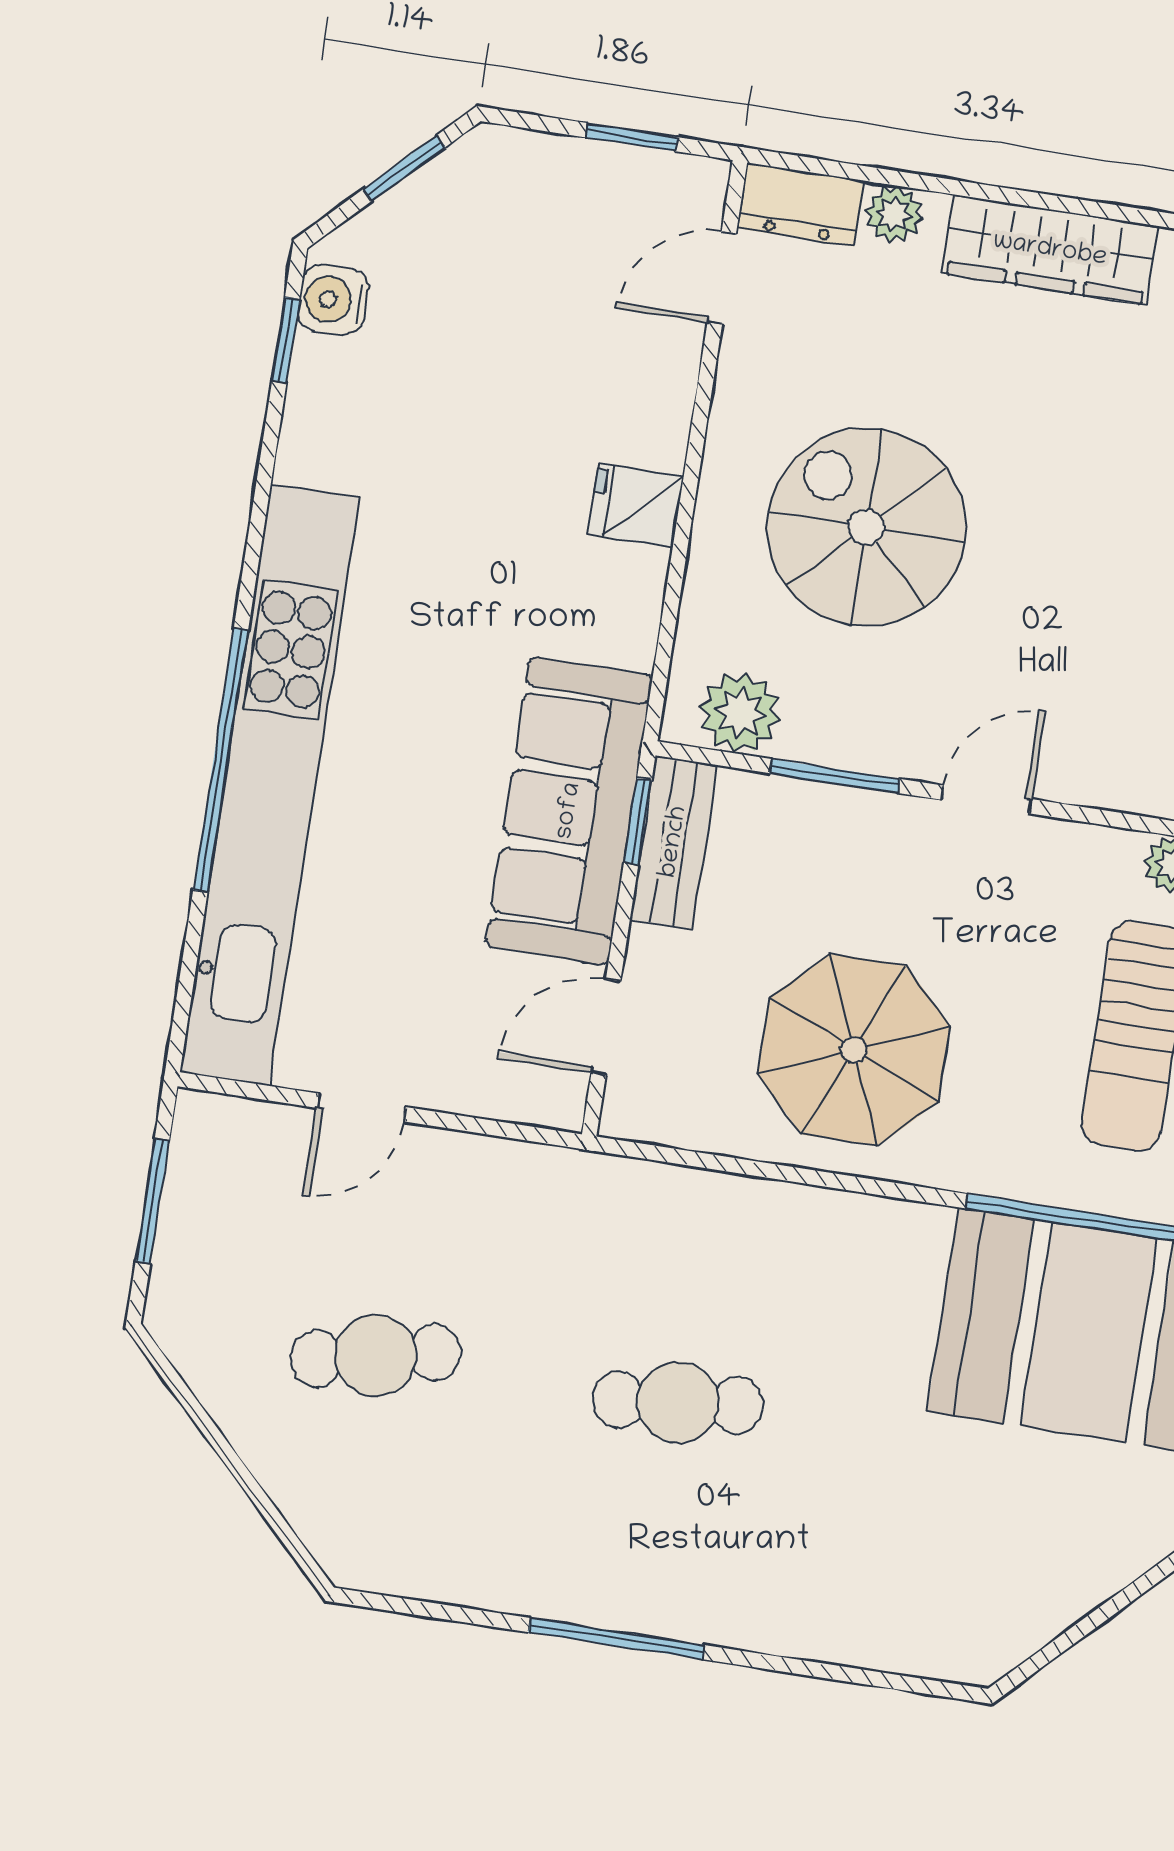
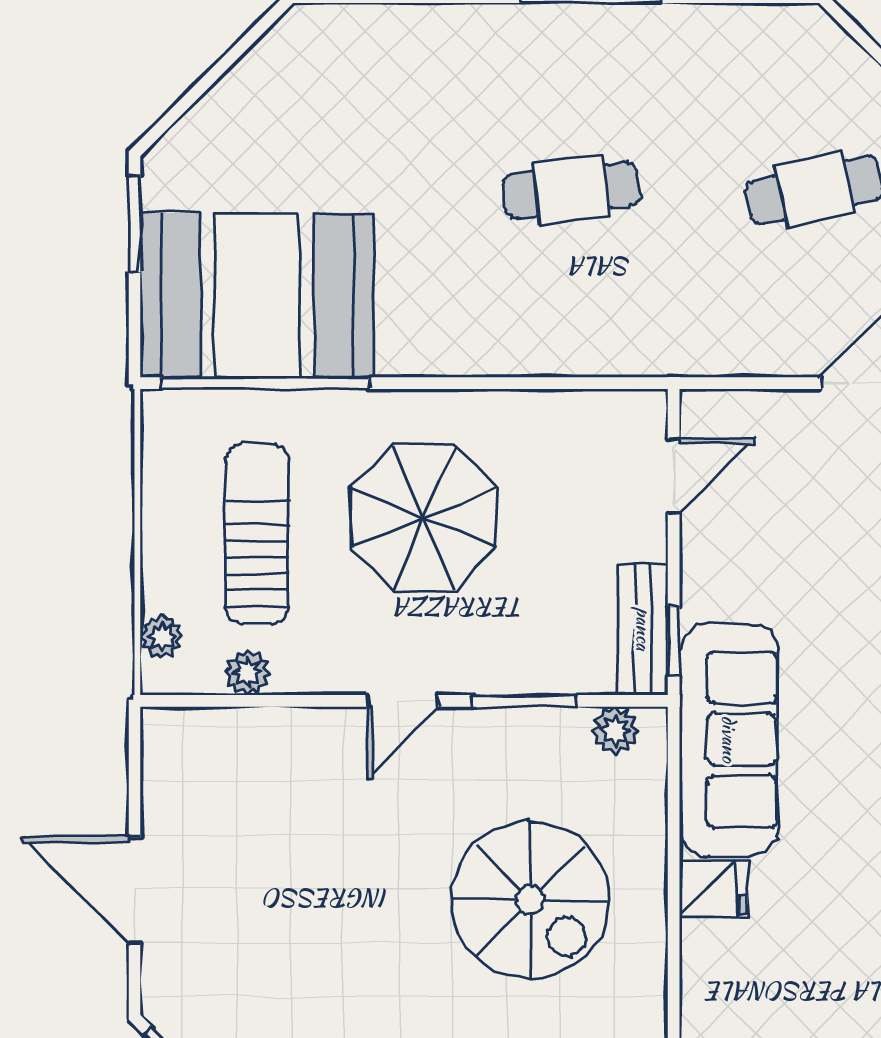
plant: (740, 713) -> (615, 730), width x0.73, depth x0.73
sofa: (569, 811) -> (729, 739), moved
parasol: (854, 1050) -> (424, 518), moved

